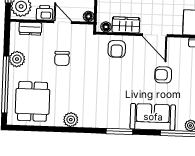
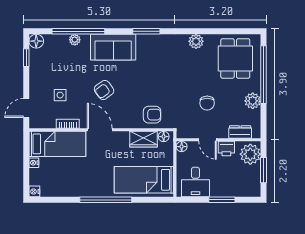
door: (155, 35) -> (100, 130), moved
armchair: (117, 49) -> (152, 115), turned 90
chair: (62, 58) -> (207, 103), turned 180
armchair: (163, 75) -> (104, 90), turned 144

